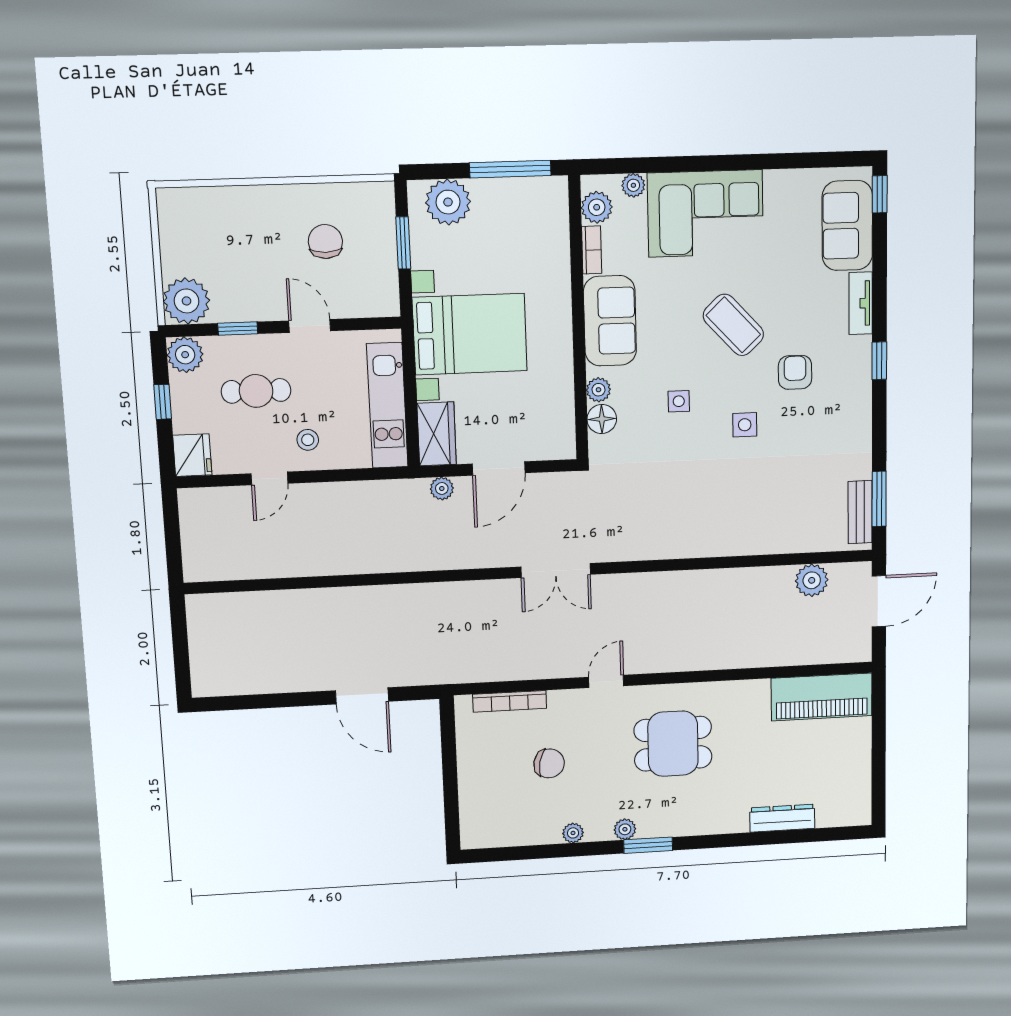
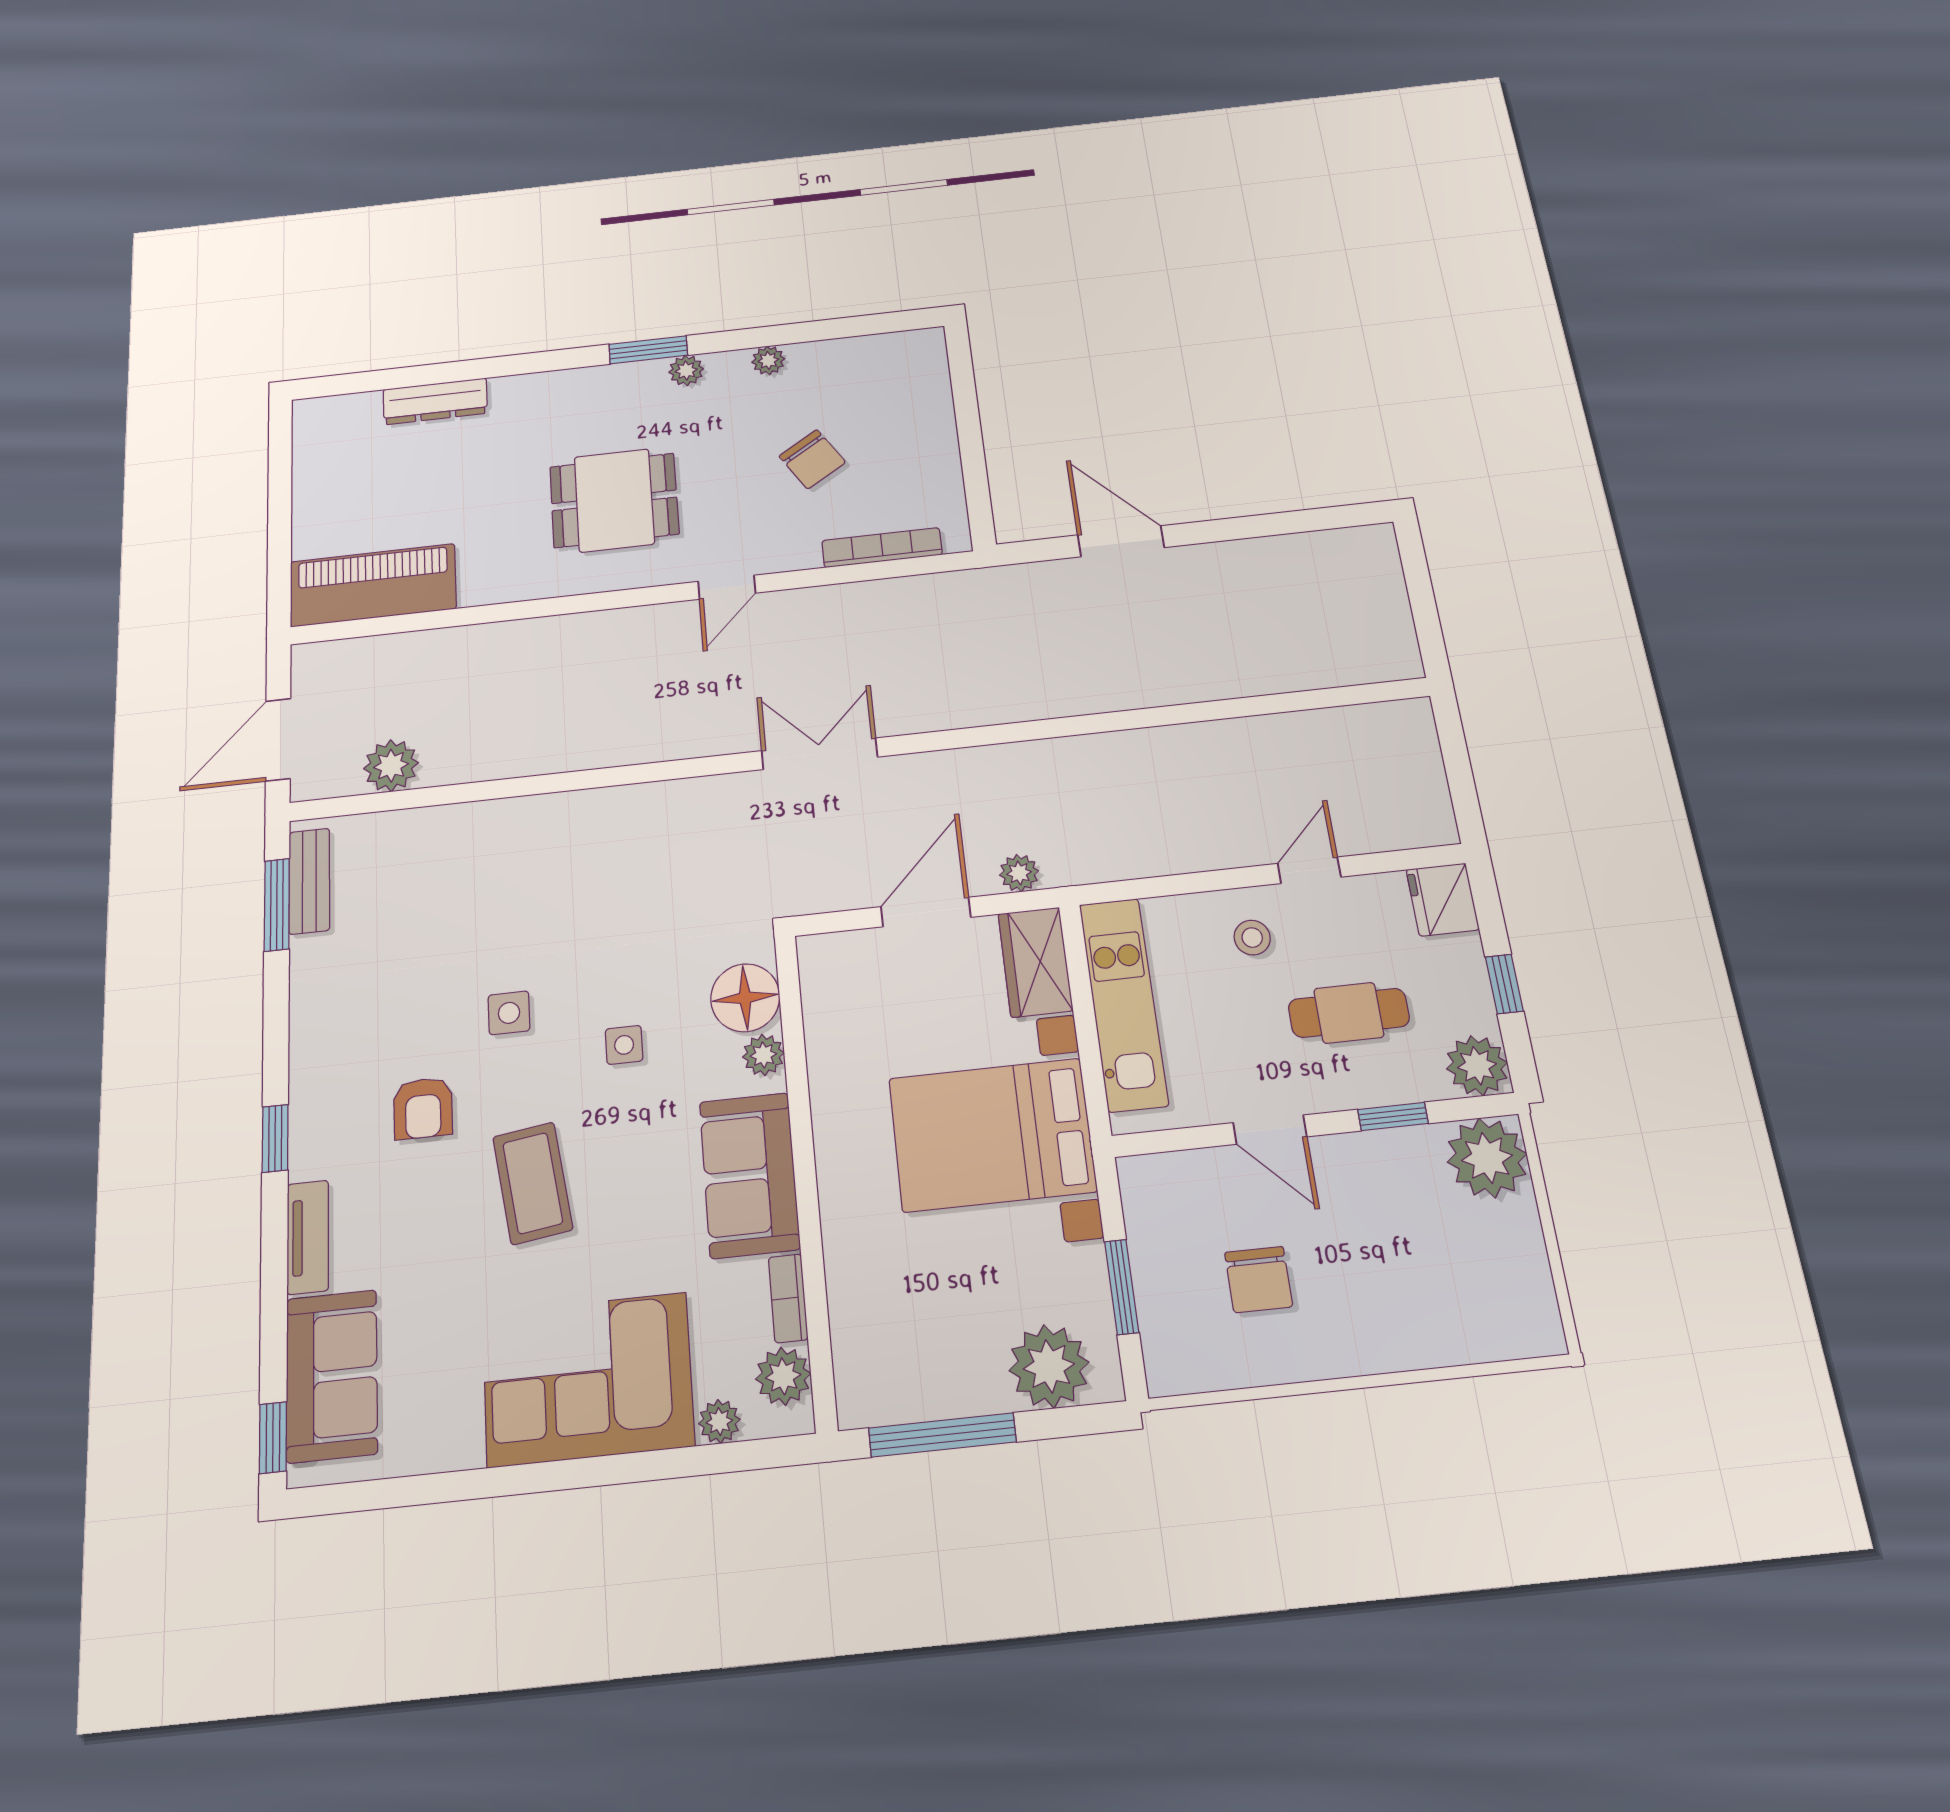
coffee table: (733, 325) -> (533, 1183), turned 35
floor lamp: (602, 419) -> (745, 998), width x1.38, depth x1.38
chair: (549, 763) -> (812, 459), turned -133

